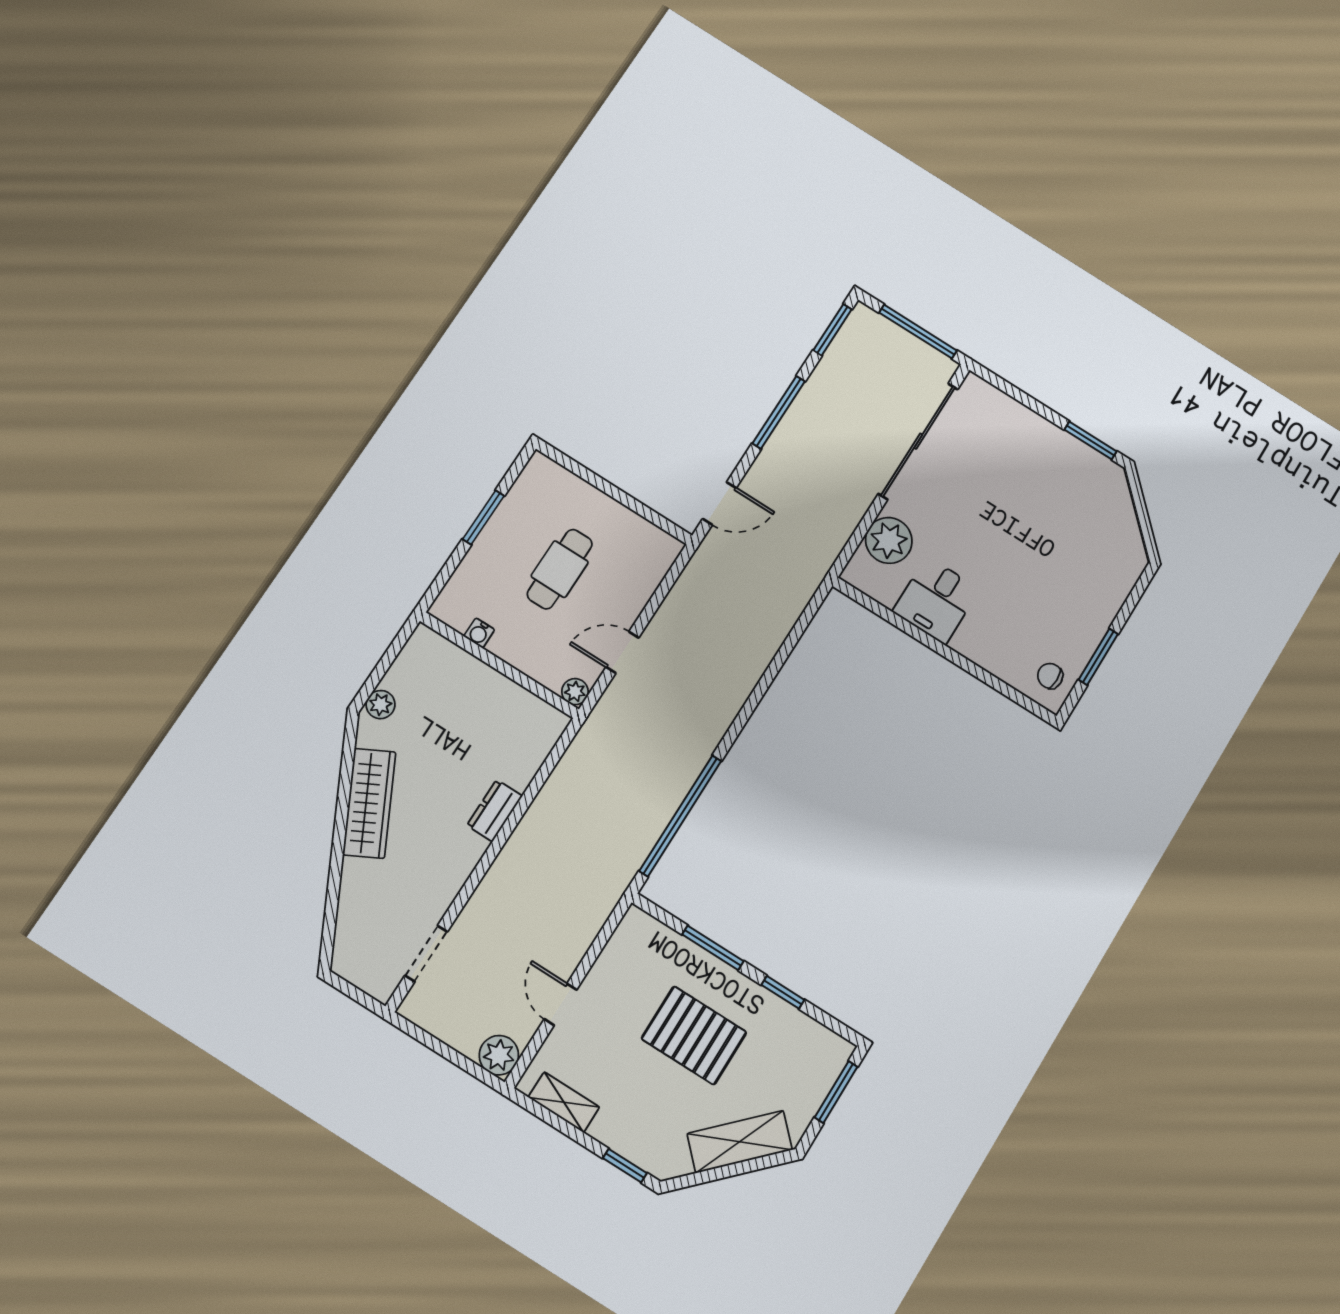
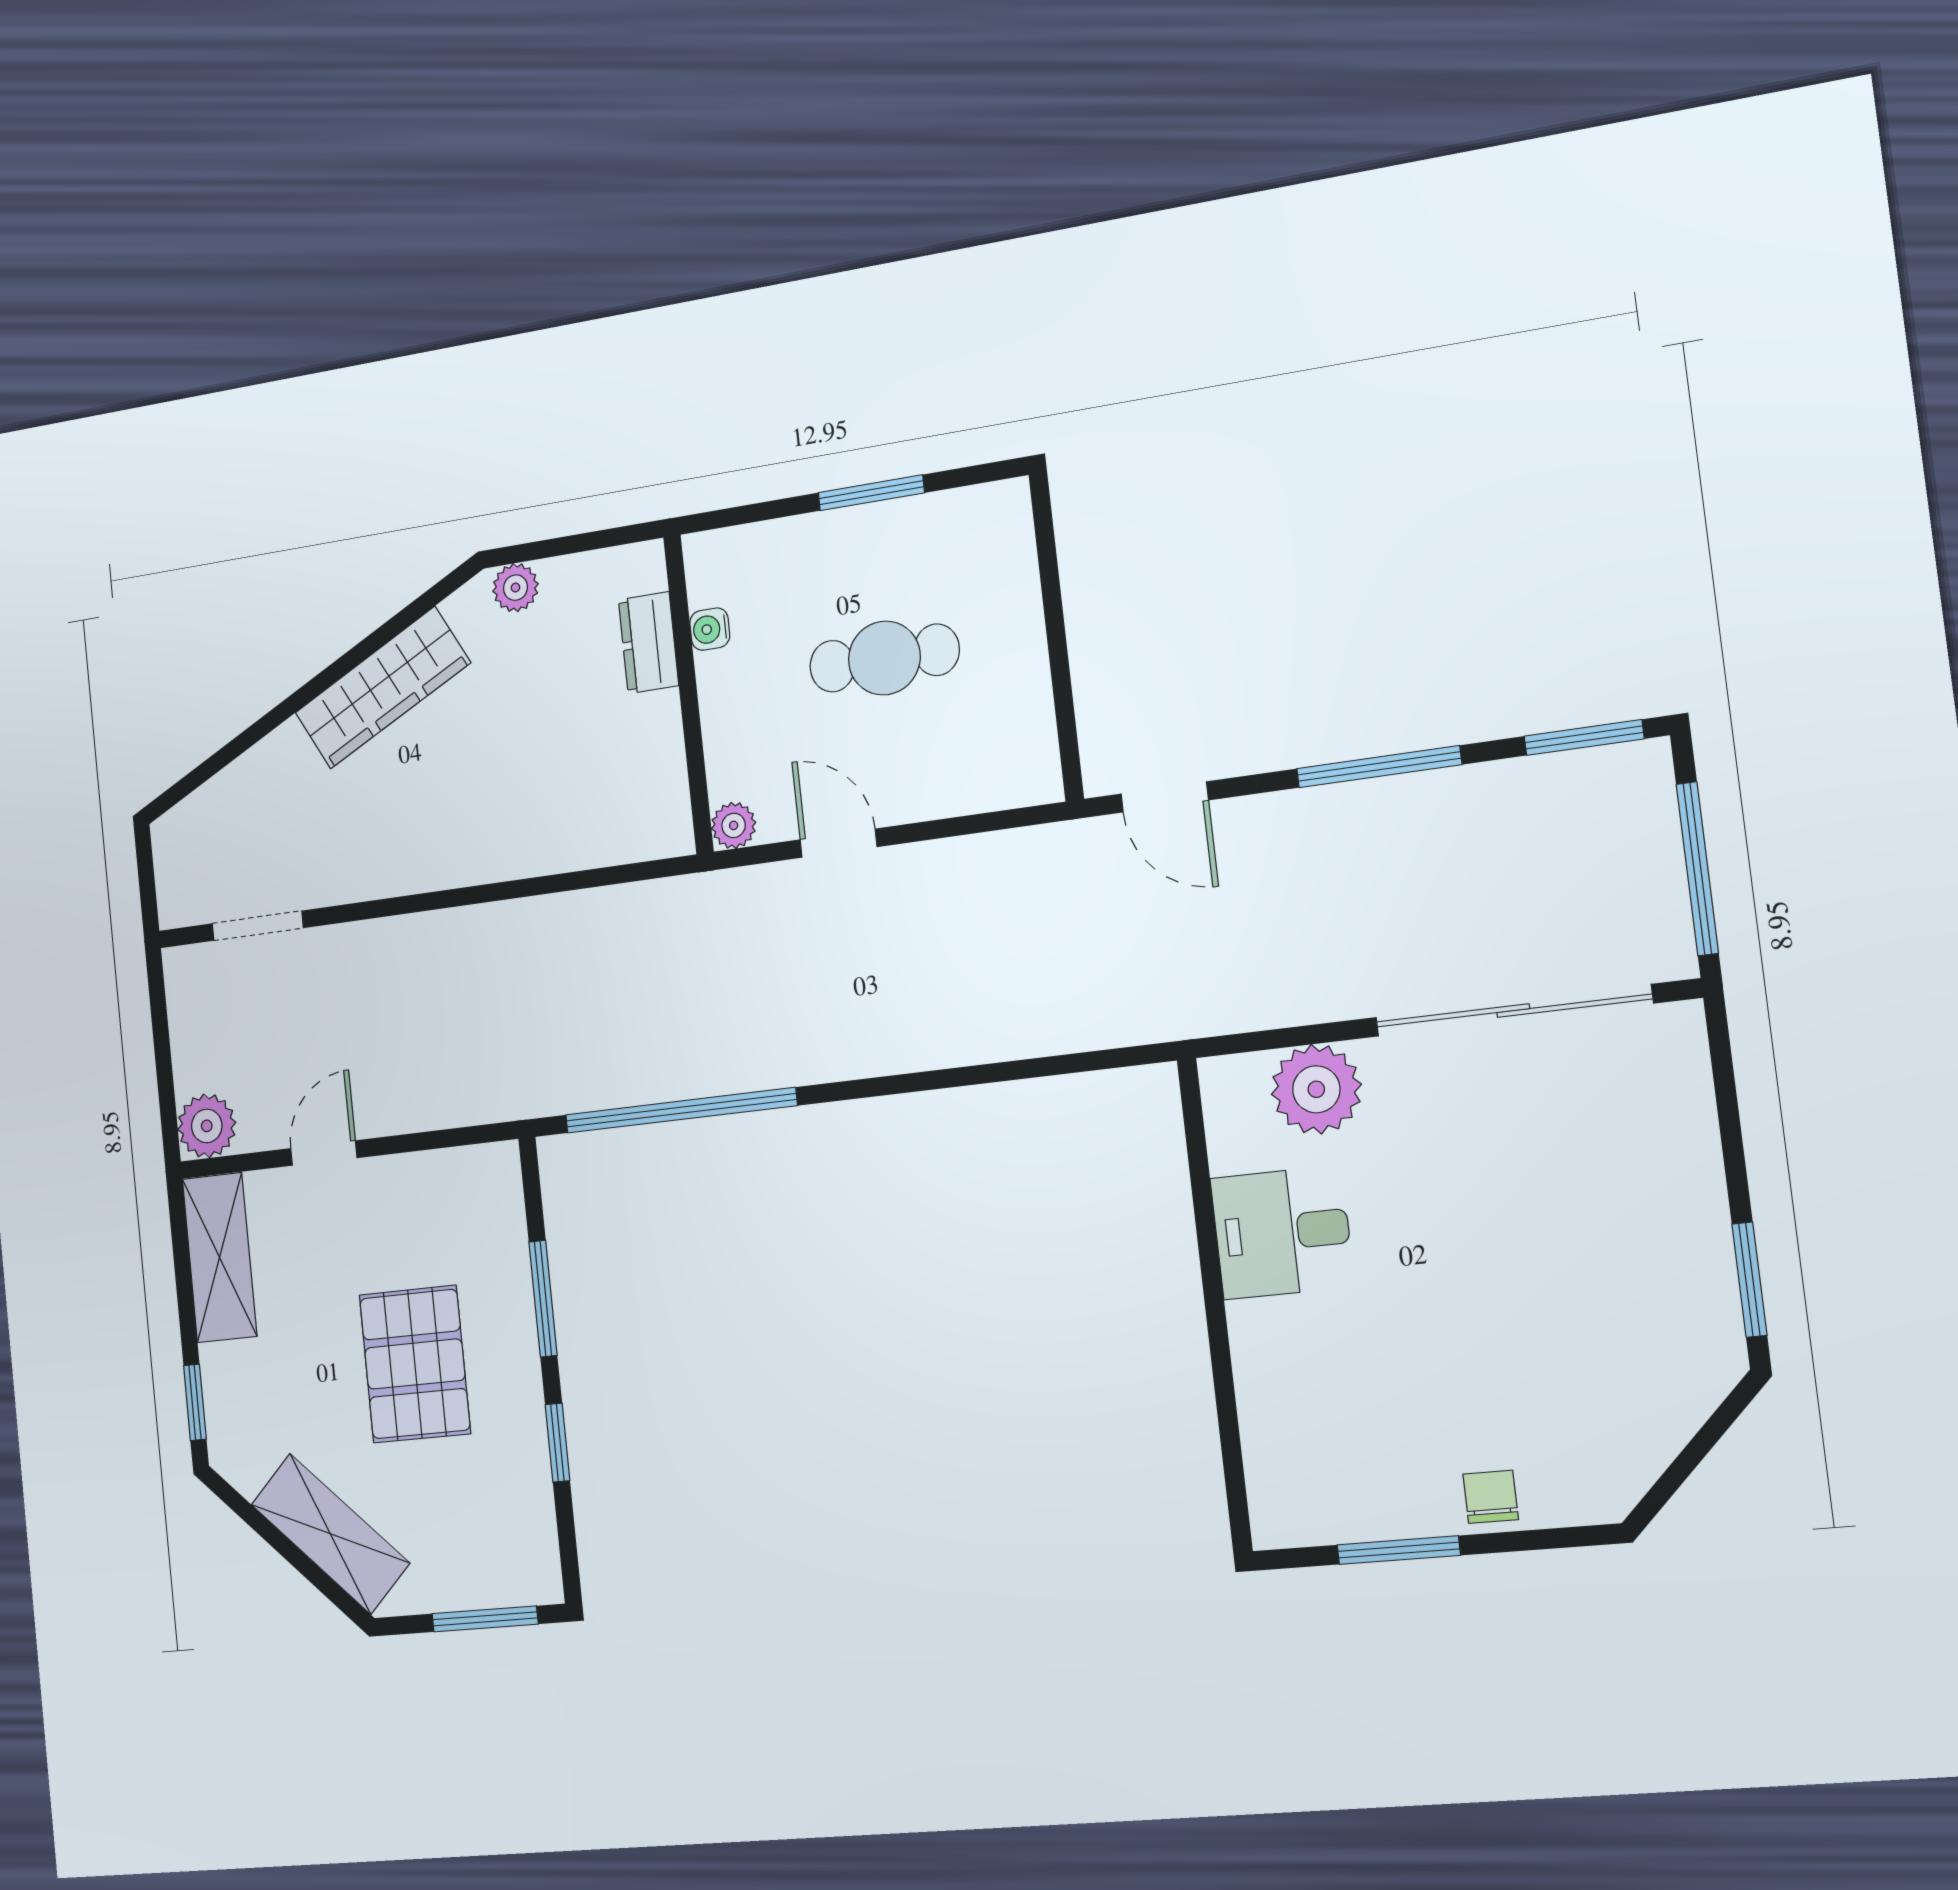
chair: (1050, 676) -> (1491, 1497), moved
dresser: (495, 811) -> (648, 643), moved, turned -90
shelving: (564, 1102) -> (219, 1258), width x1.50, depth x1.33

